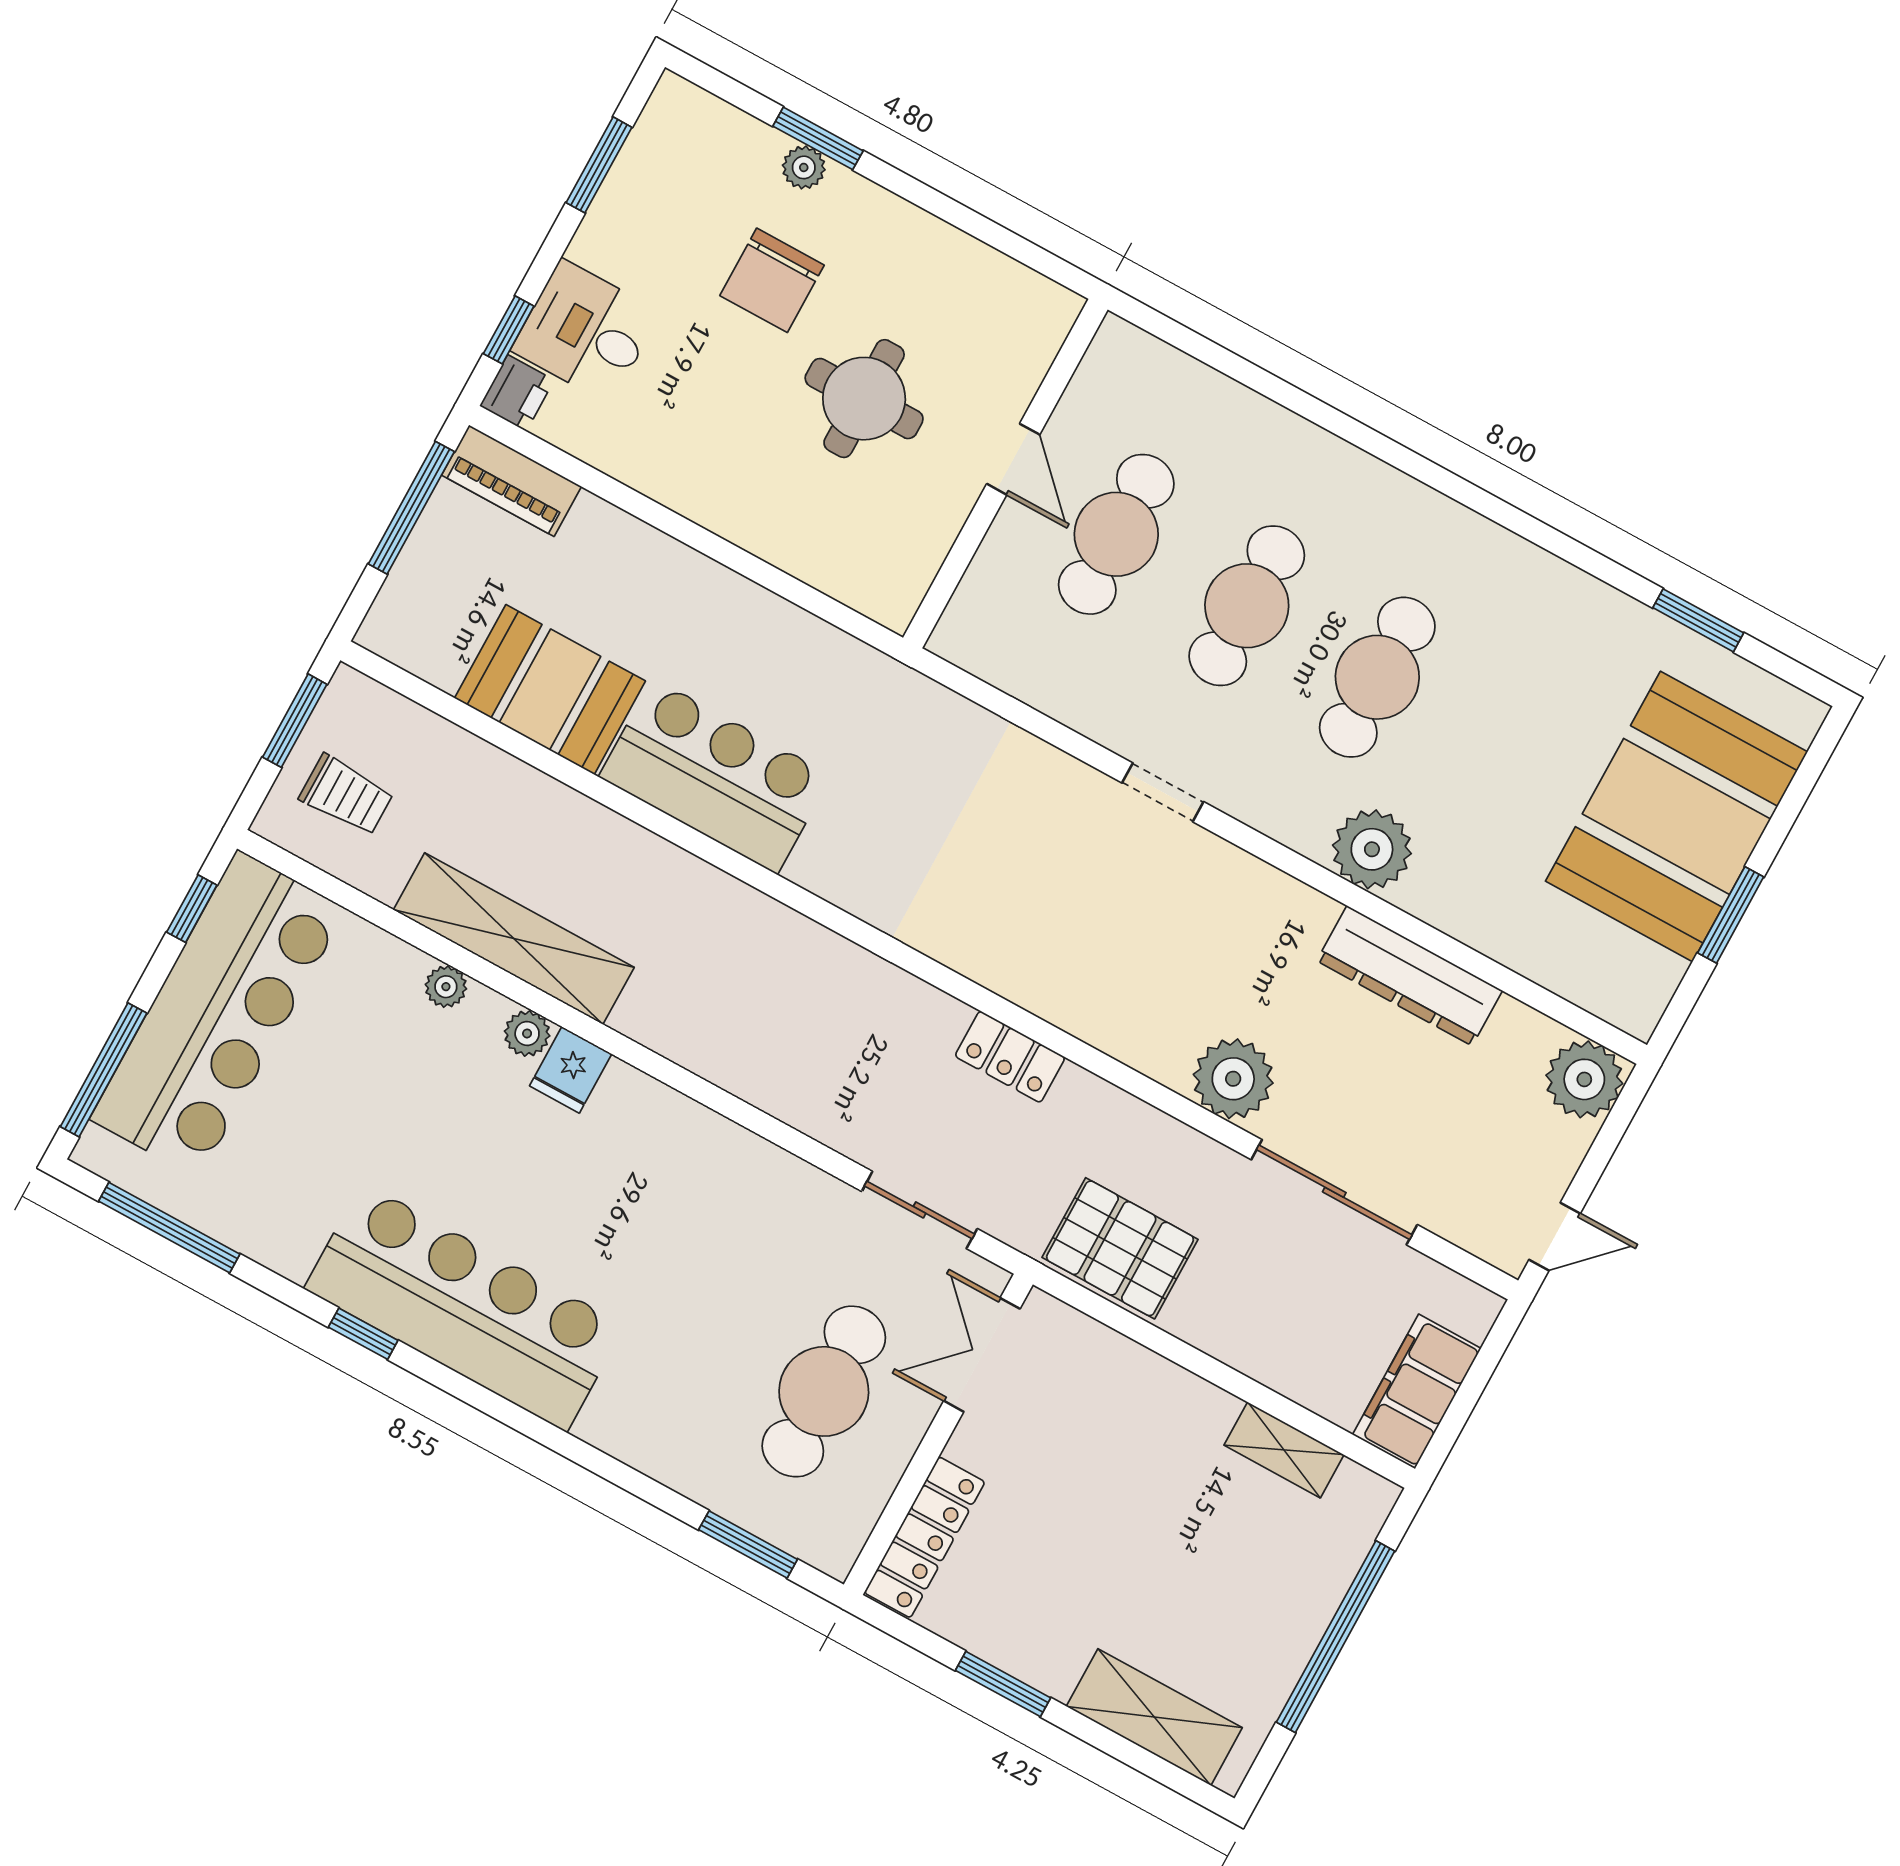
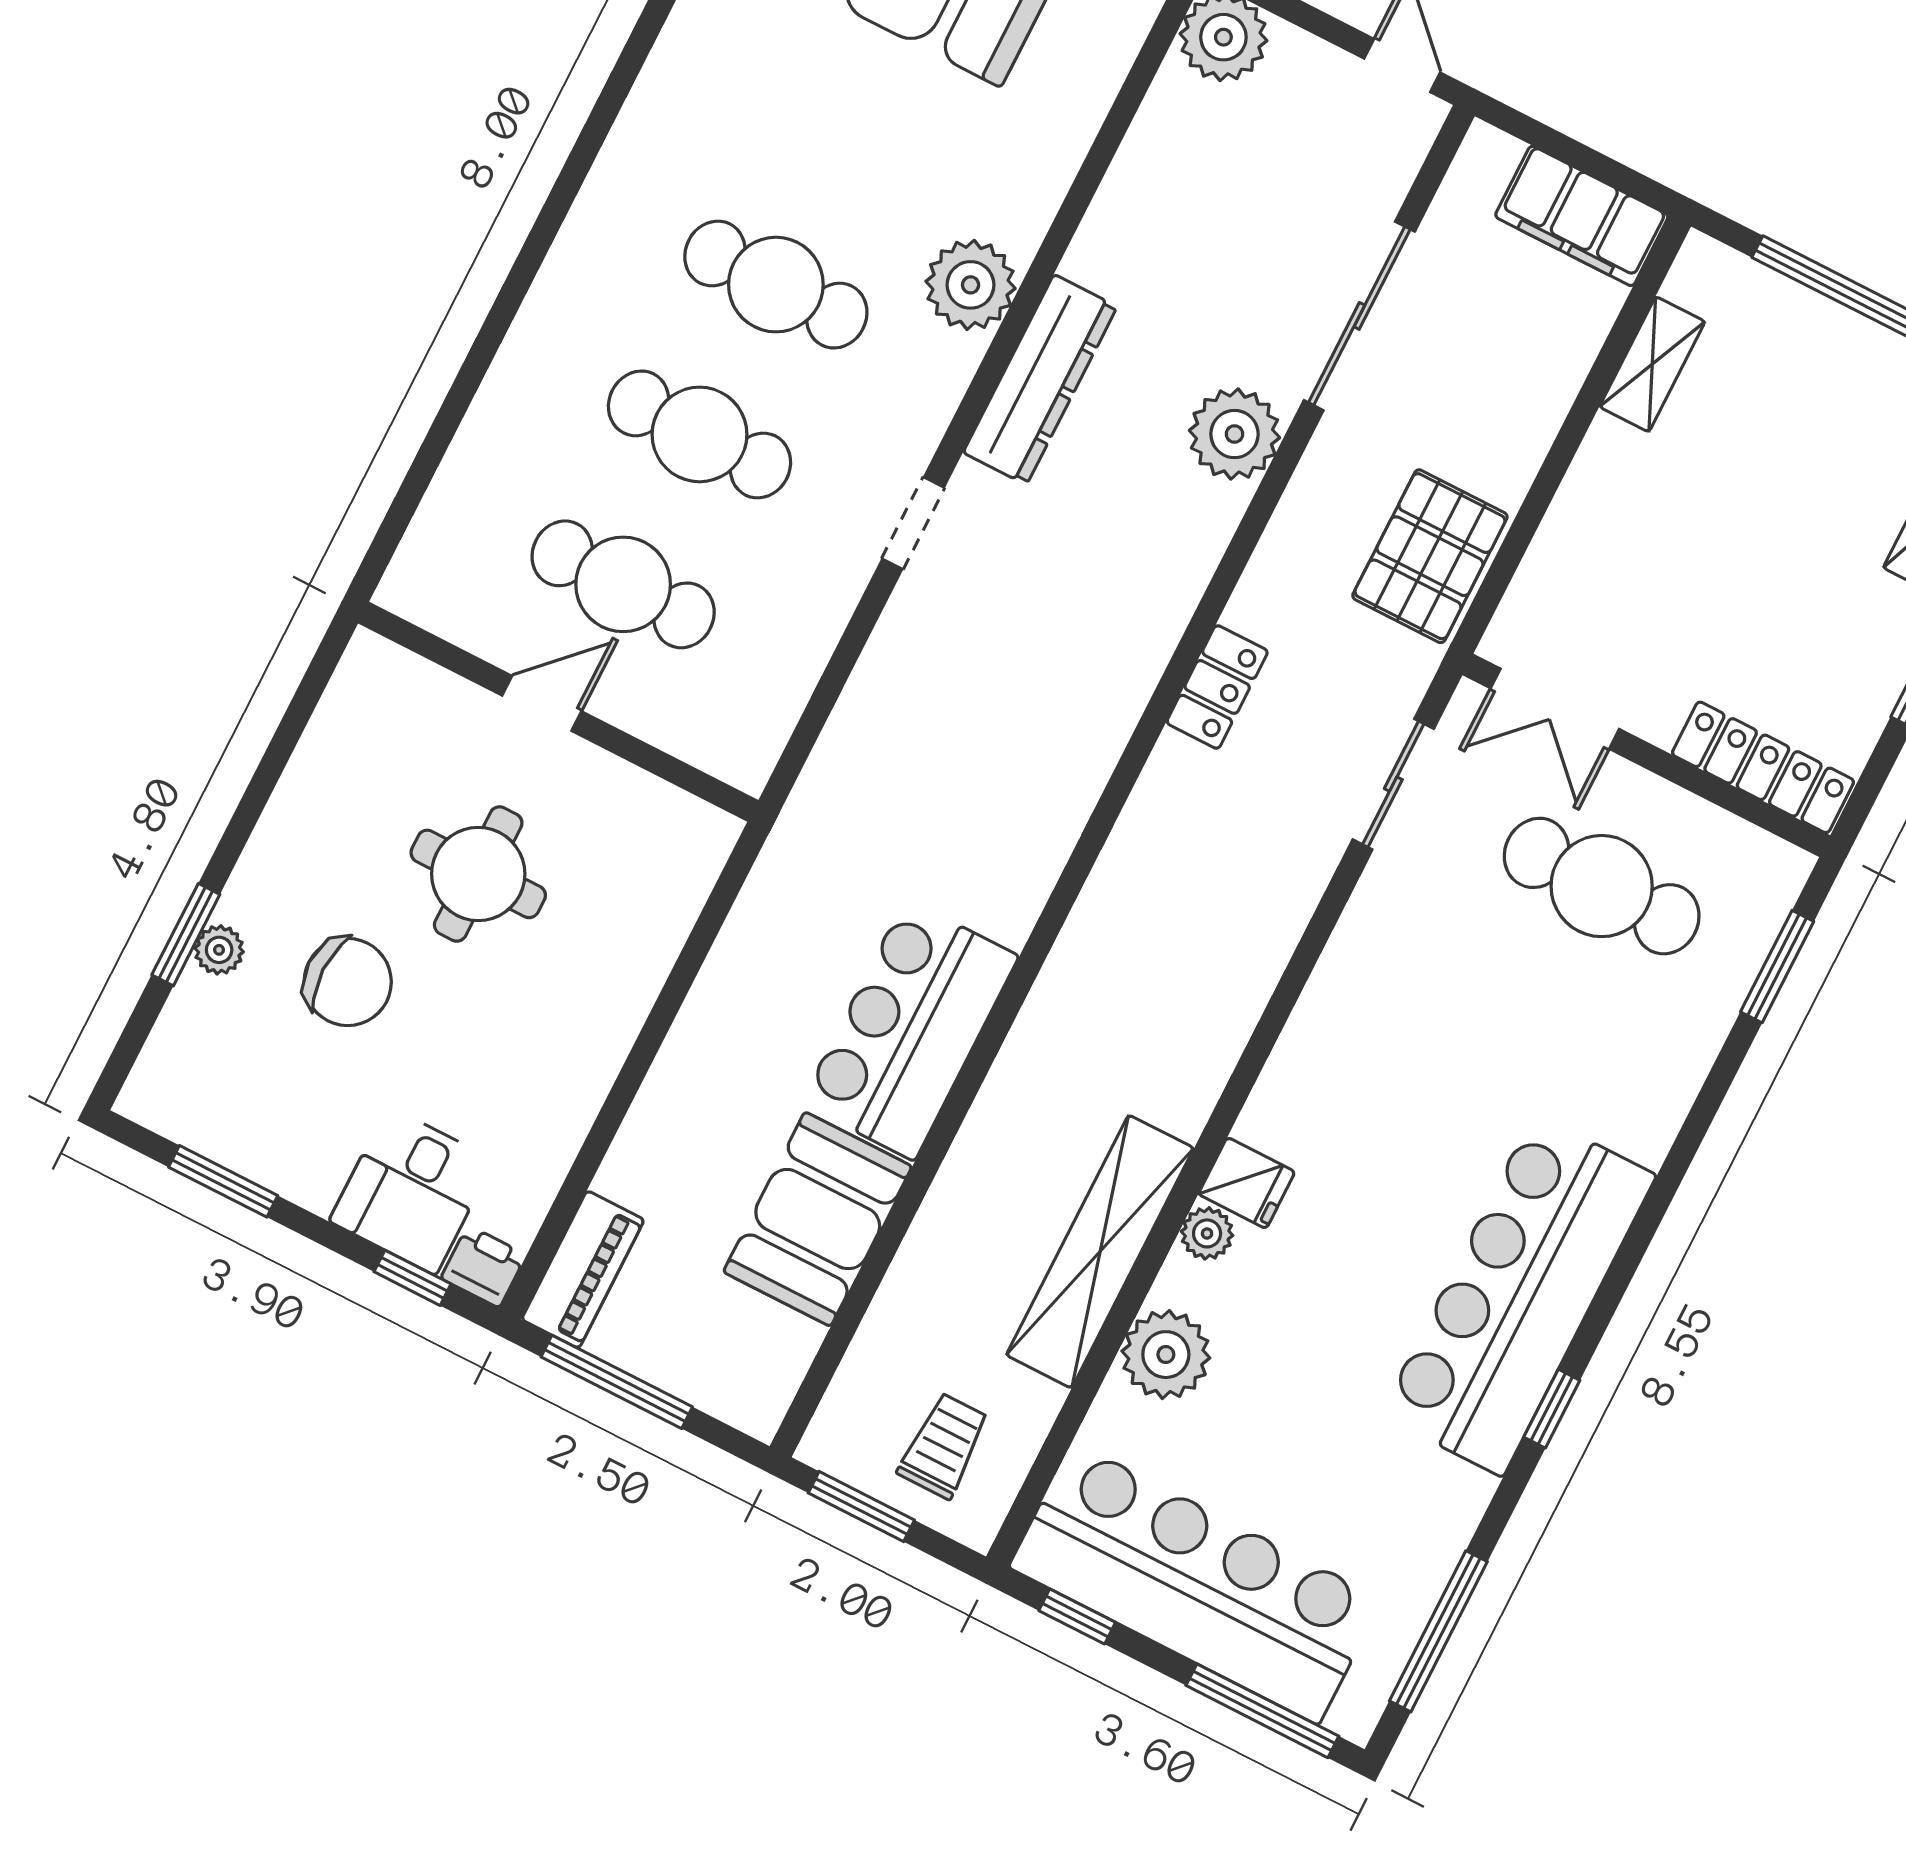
dresser: (1409, 976) -> (1040, 380), moved
plant: (446, 987) -> (1166, 1355), width x1.88, depth x1.88

